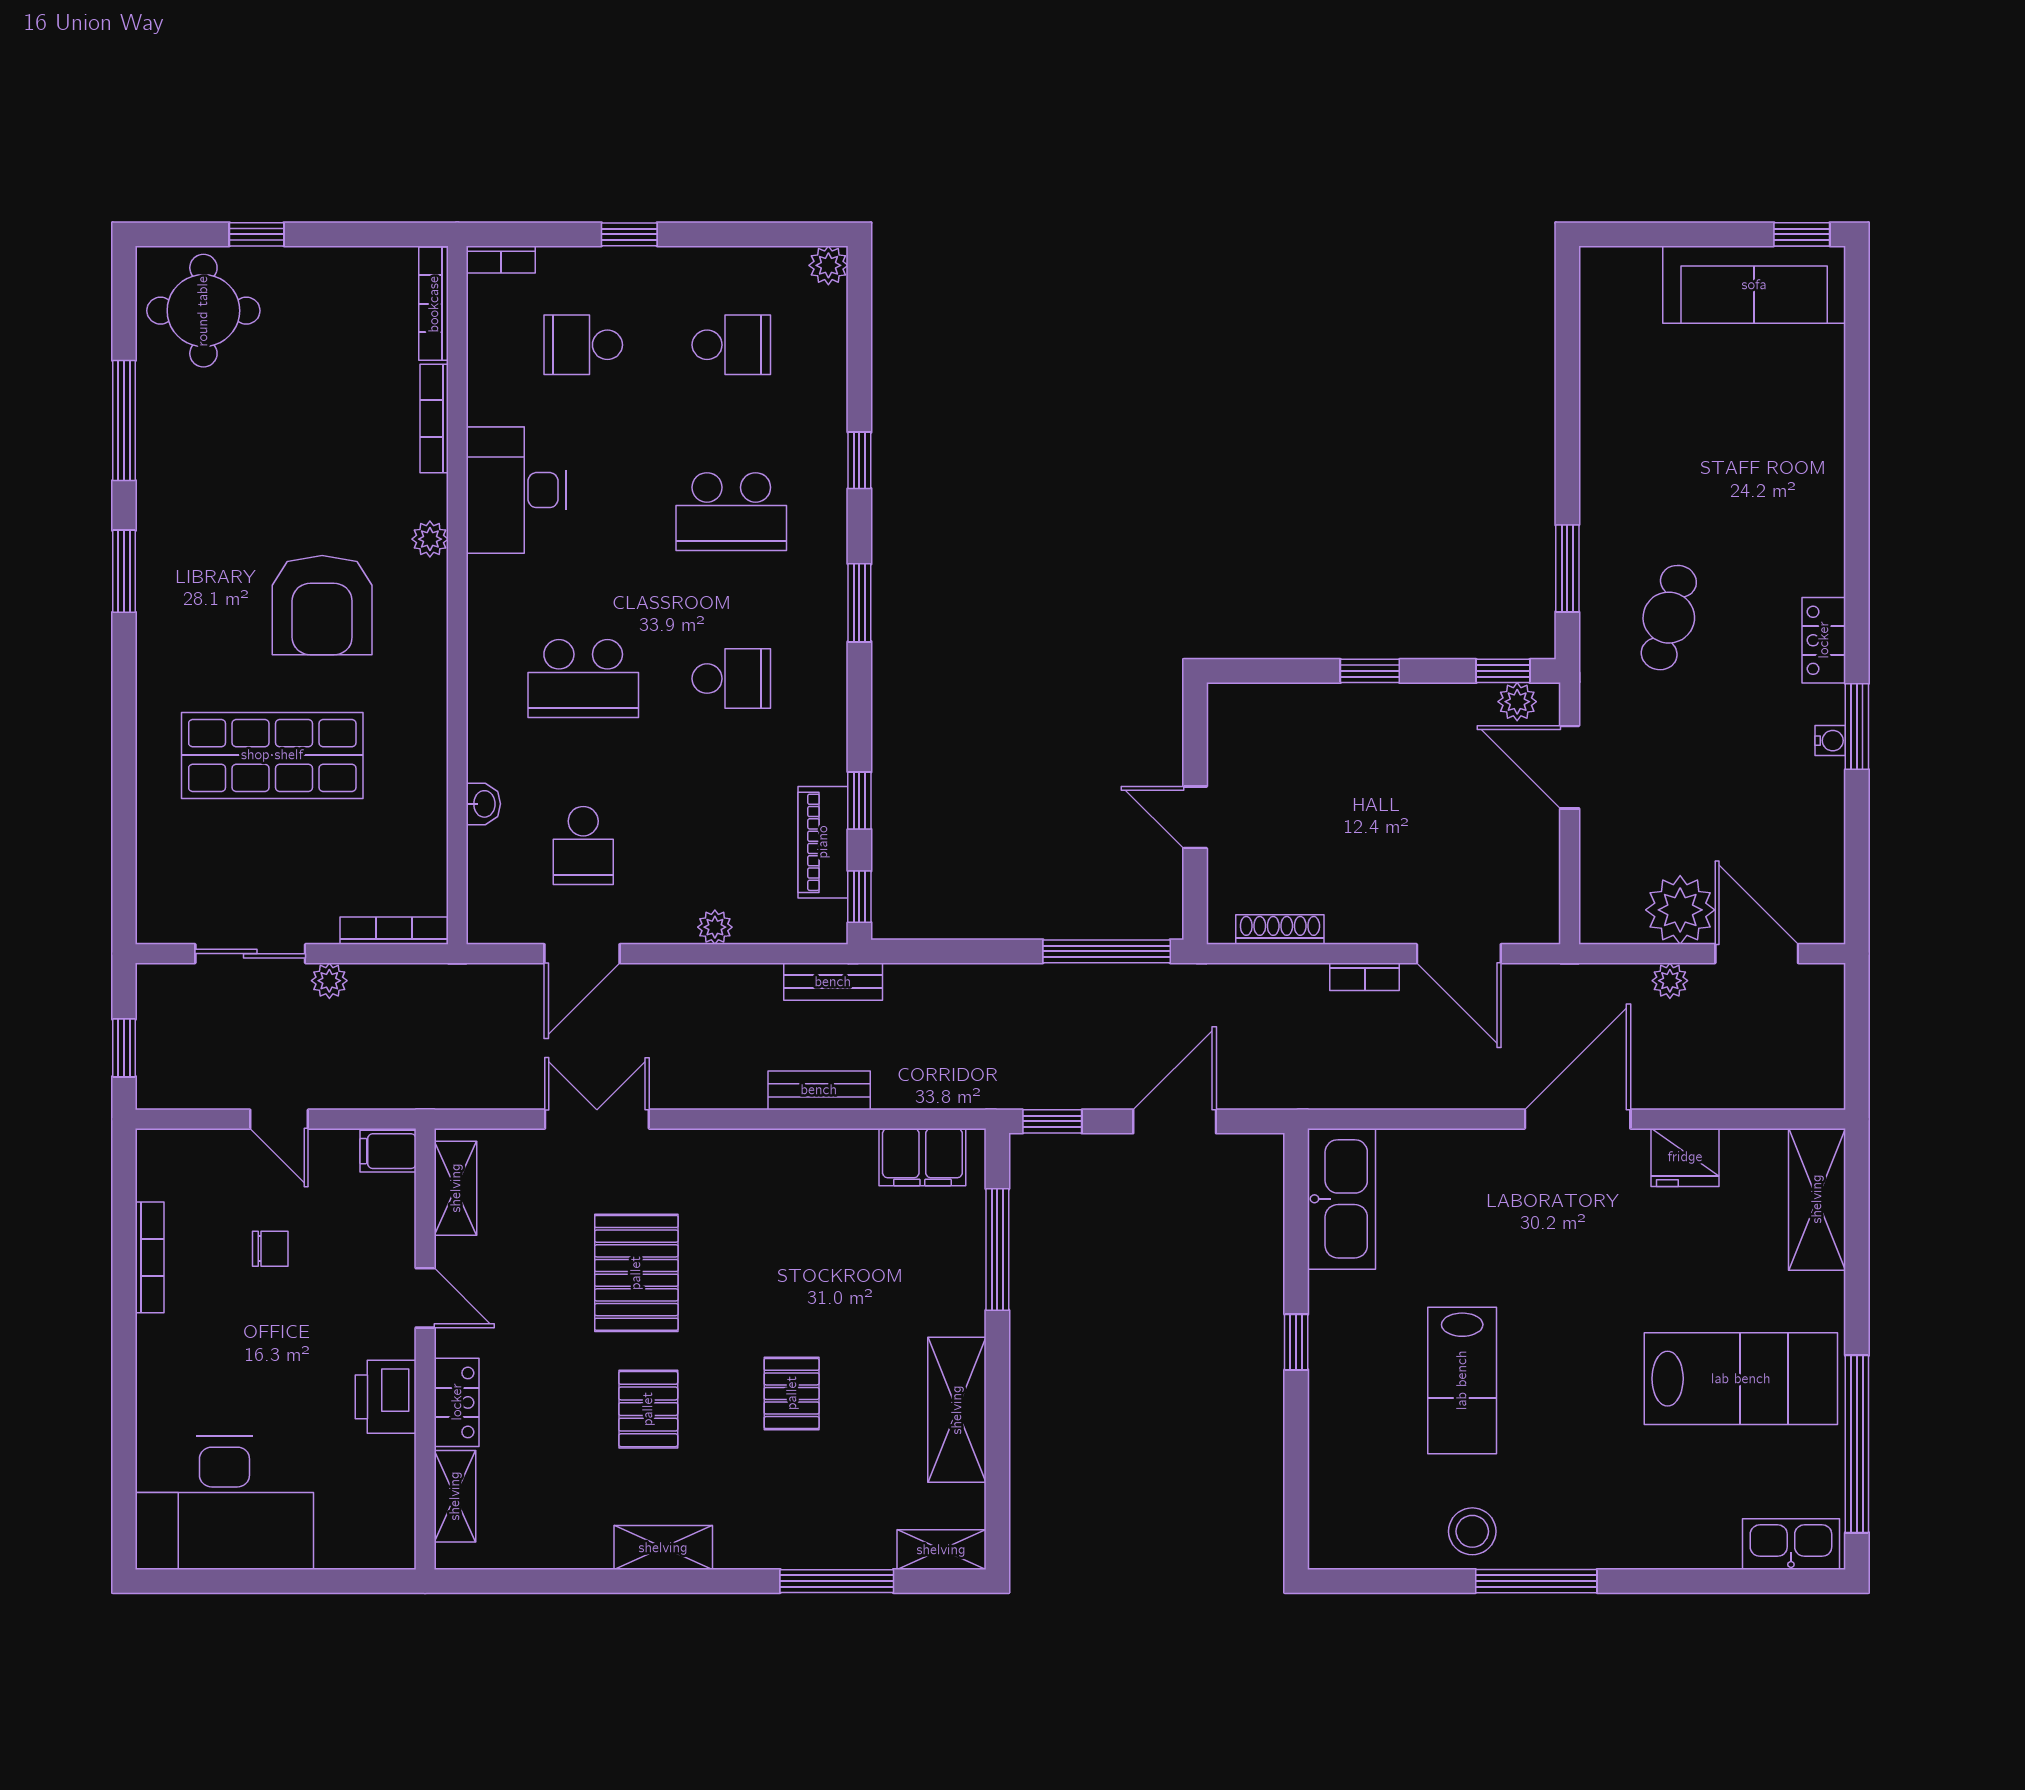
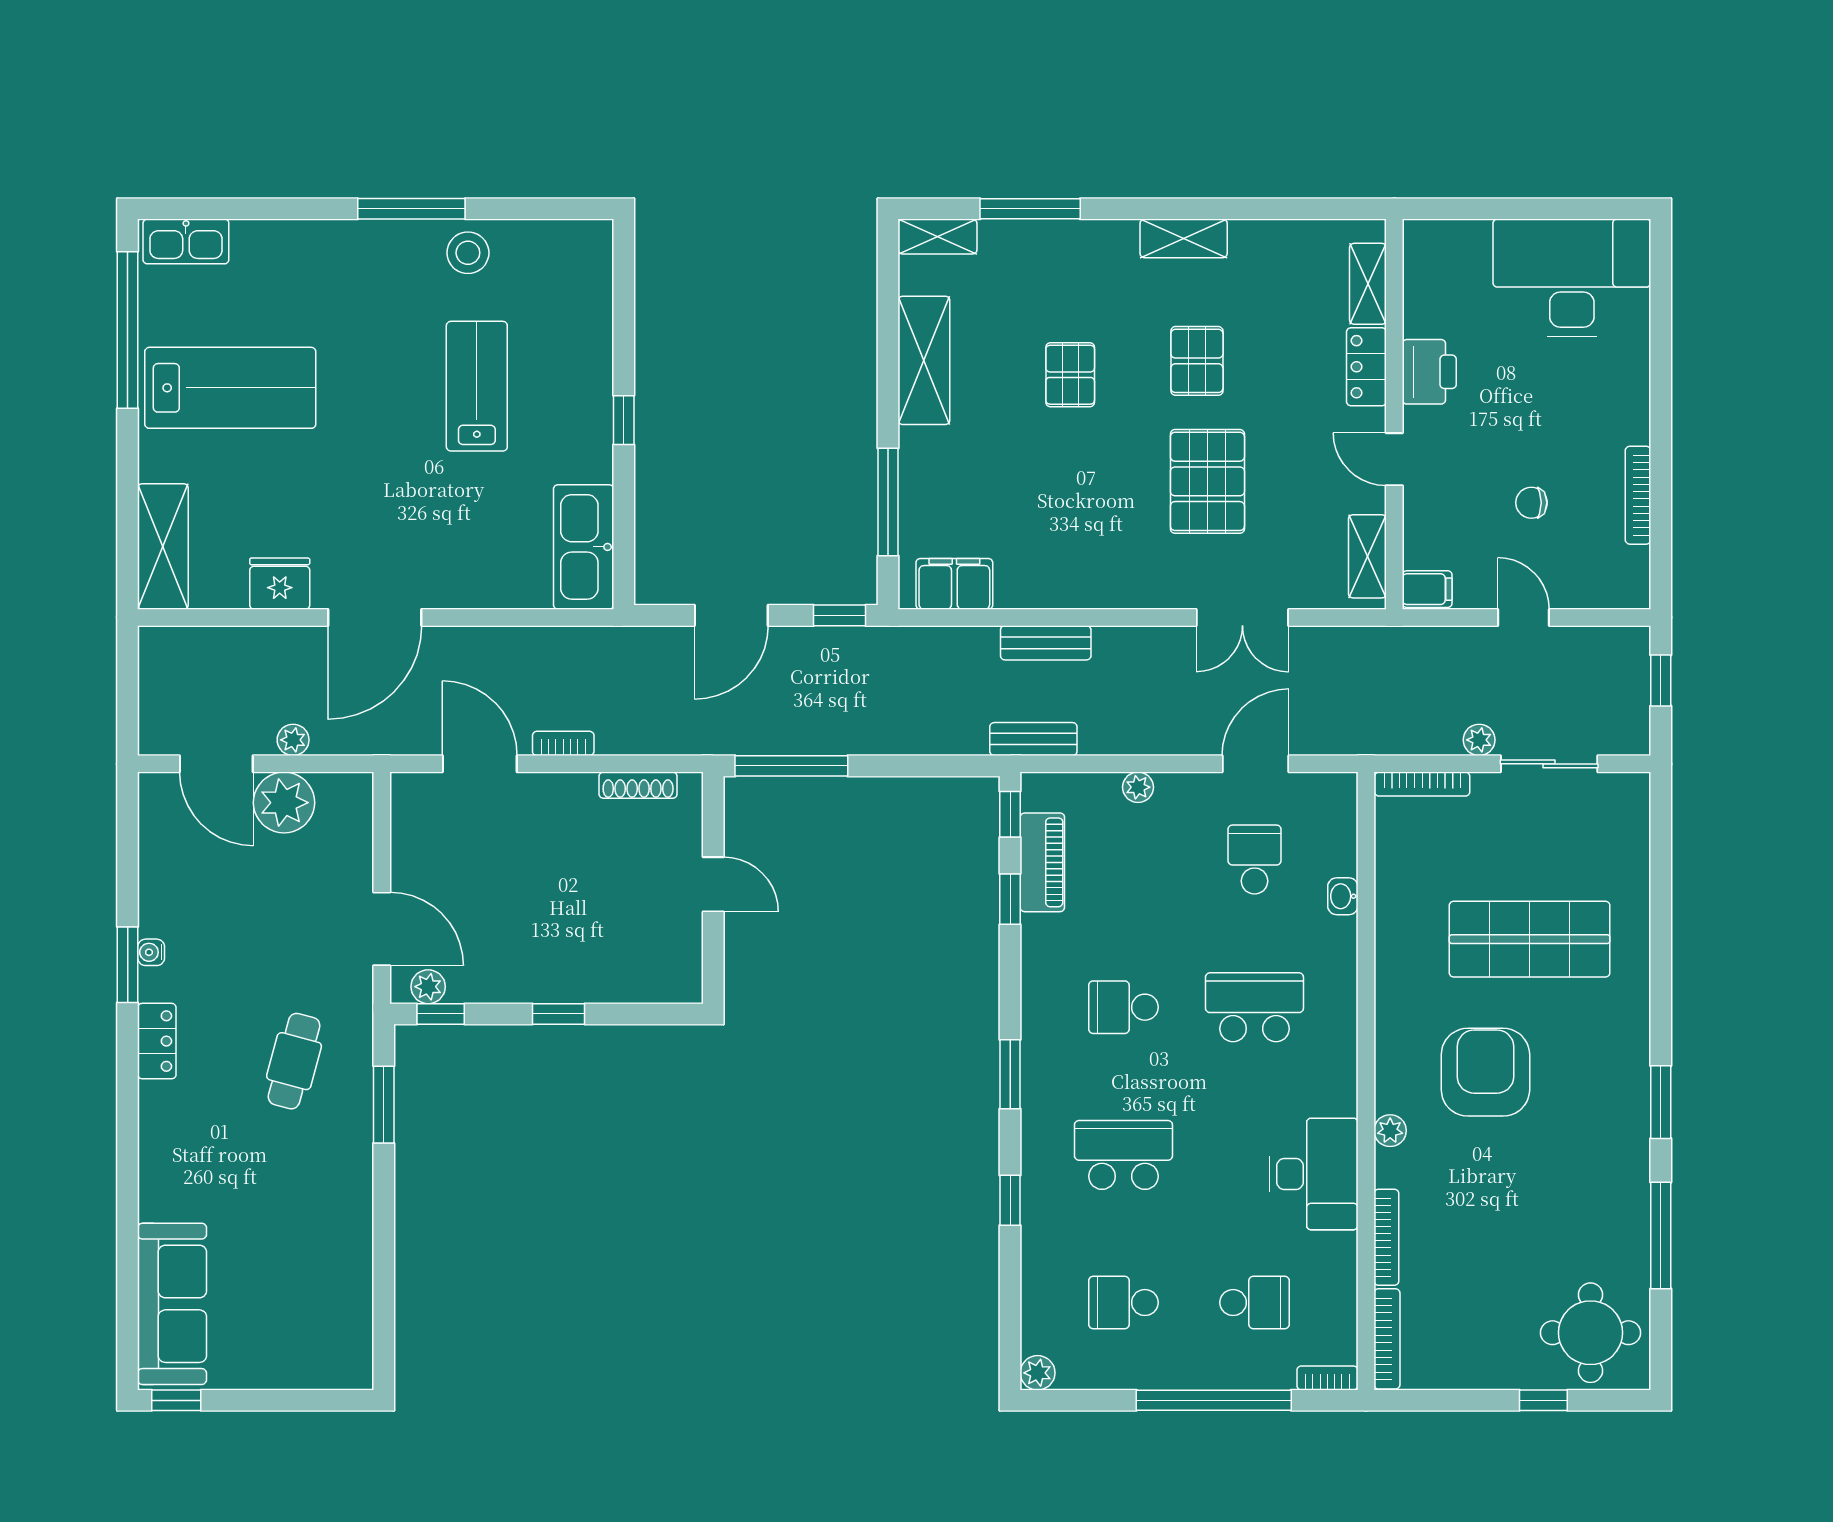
window: (629, 234) -> (1214, 1400), width x3.17
sofa: (1754, 285) -> (172, 1304), moved, turned 90
lab bench: (1741, 1379) -> (230, 388), turned 180

